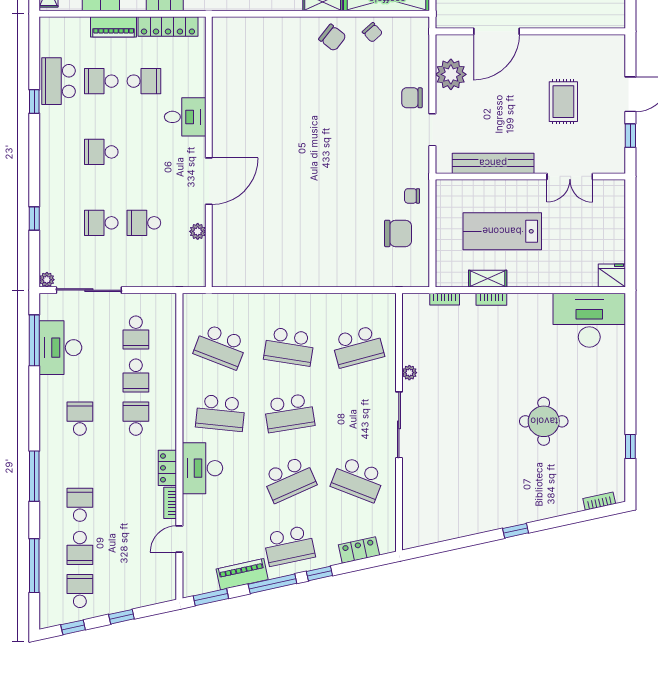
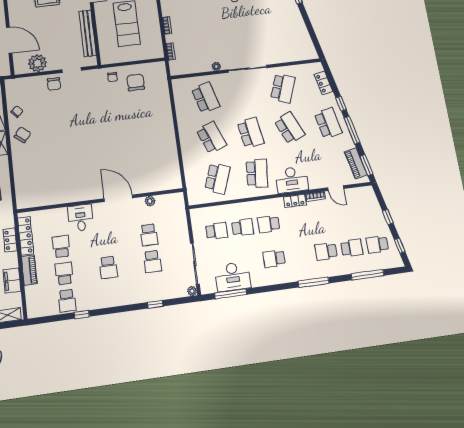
school desk: (58, 81) -> (67, 301), width x0.54
school desk: (101, 81) -> (64, 273), turned 180
shelving: (488, 279) -> (155, 29), removed
school desk: (289, 347) -> (211, 138), turned -30
piano: (242, 574) -> (356, 163), moved

